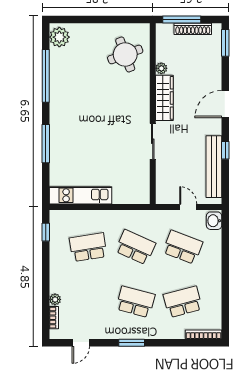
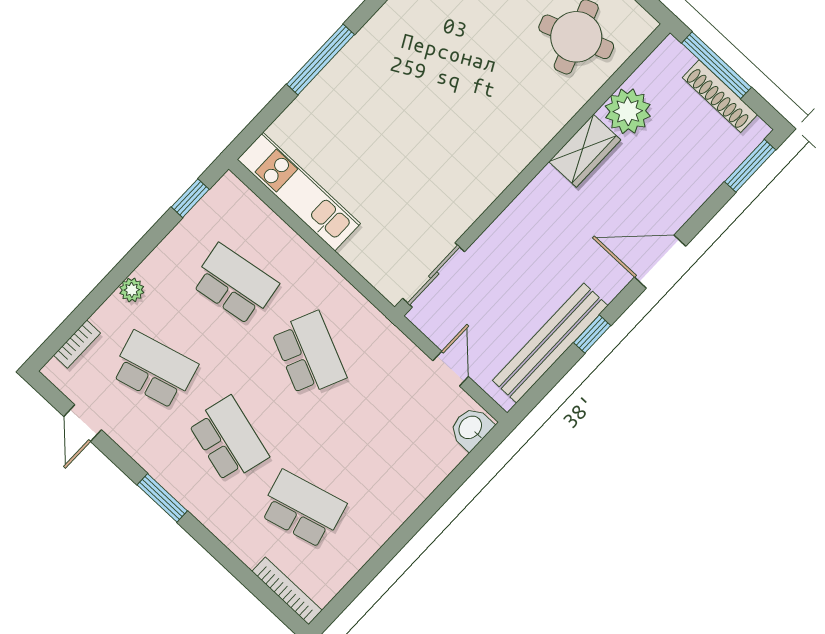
plant: (161, 68) -> (628, 111), width x1.87, depth x1.87
wardrobe: (164, 98) -> (585, 151), width x0.67
sliding door: (153, 141) -> (434, 275), moved
school desk: (183, 247) -> (154, 370), moved, turned -36
plant: (55, 299) -> (132, 290), moved
door: (81, 343) -> (83, 423), hinge flipped

